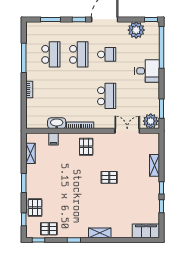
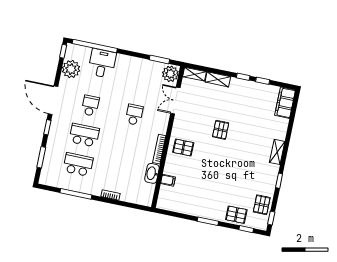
desk: (147, 71) -> (102, 63), moved
school desk: (107, 96) -> (134, 115), width x0.54
shelving: (31, 153) -> (195, 74), moved

